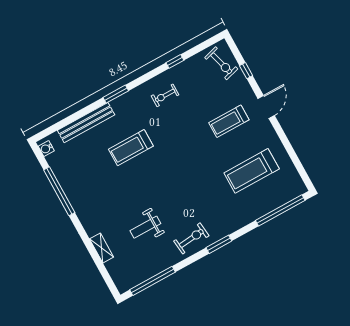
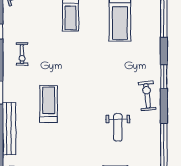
treadmill: (131, 148) -> (49, 104), turned 180

